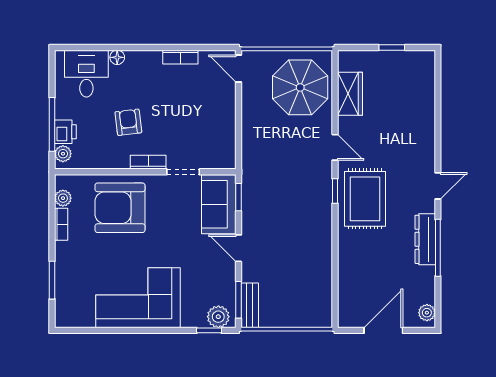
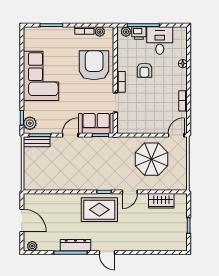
desk: (86, 74) -> (160, 41), moved, turned -90
parasol: (300, 87) -> (152, 159), moved
armchair: (128, 122) -> (144, 70), turned 97

